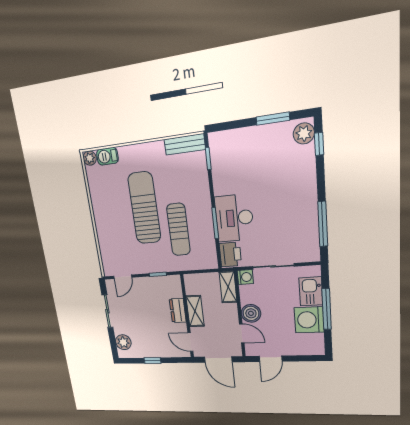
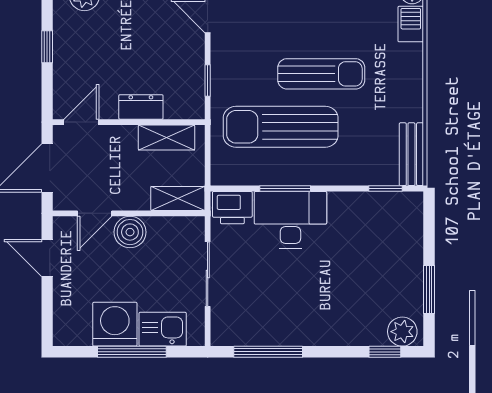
sun lounger: (144, 208) -> (321, 74), width x0.73, depth x0.75
sun lounger: (178, 230) -> (281, 127), width x1.36, depth x1.34
washing machine: (245, 277) -> (193, 228), removed
shelving: (195, 311) -> (167, 138), moved

